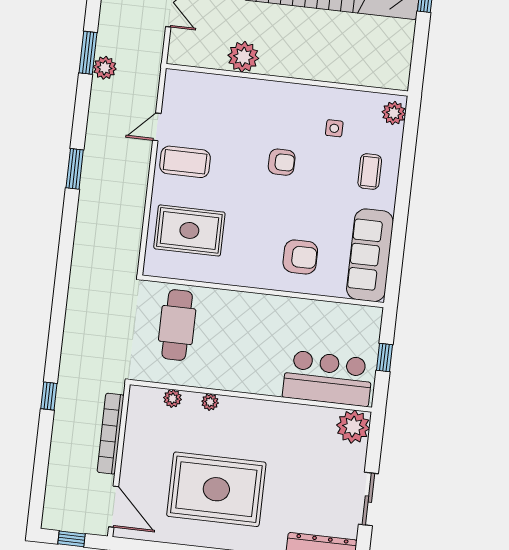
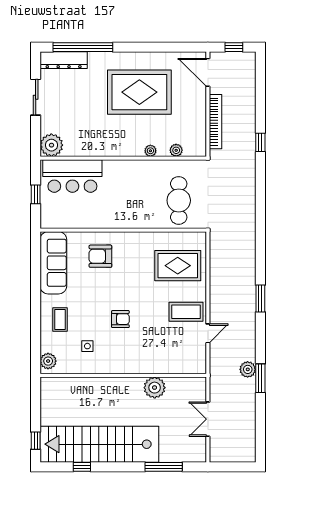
armchair: (282, 162) -> (120, 319), turned 180

